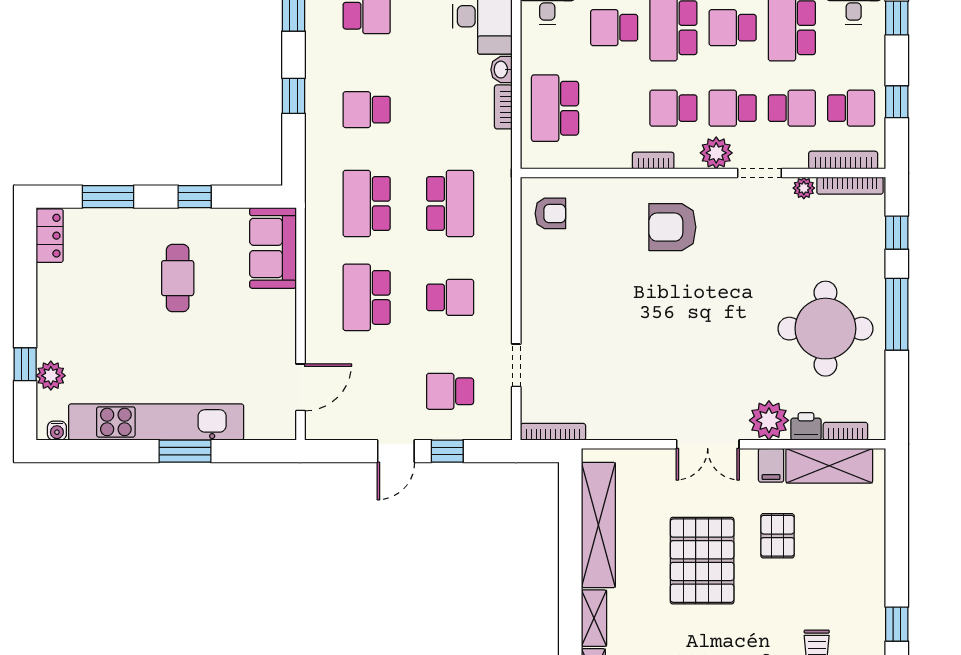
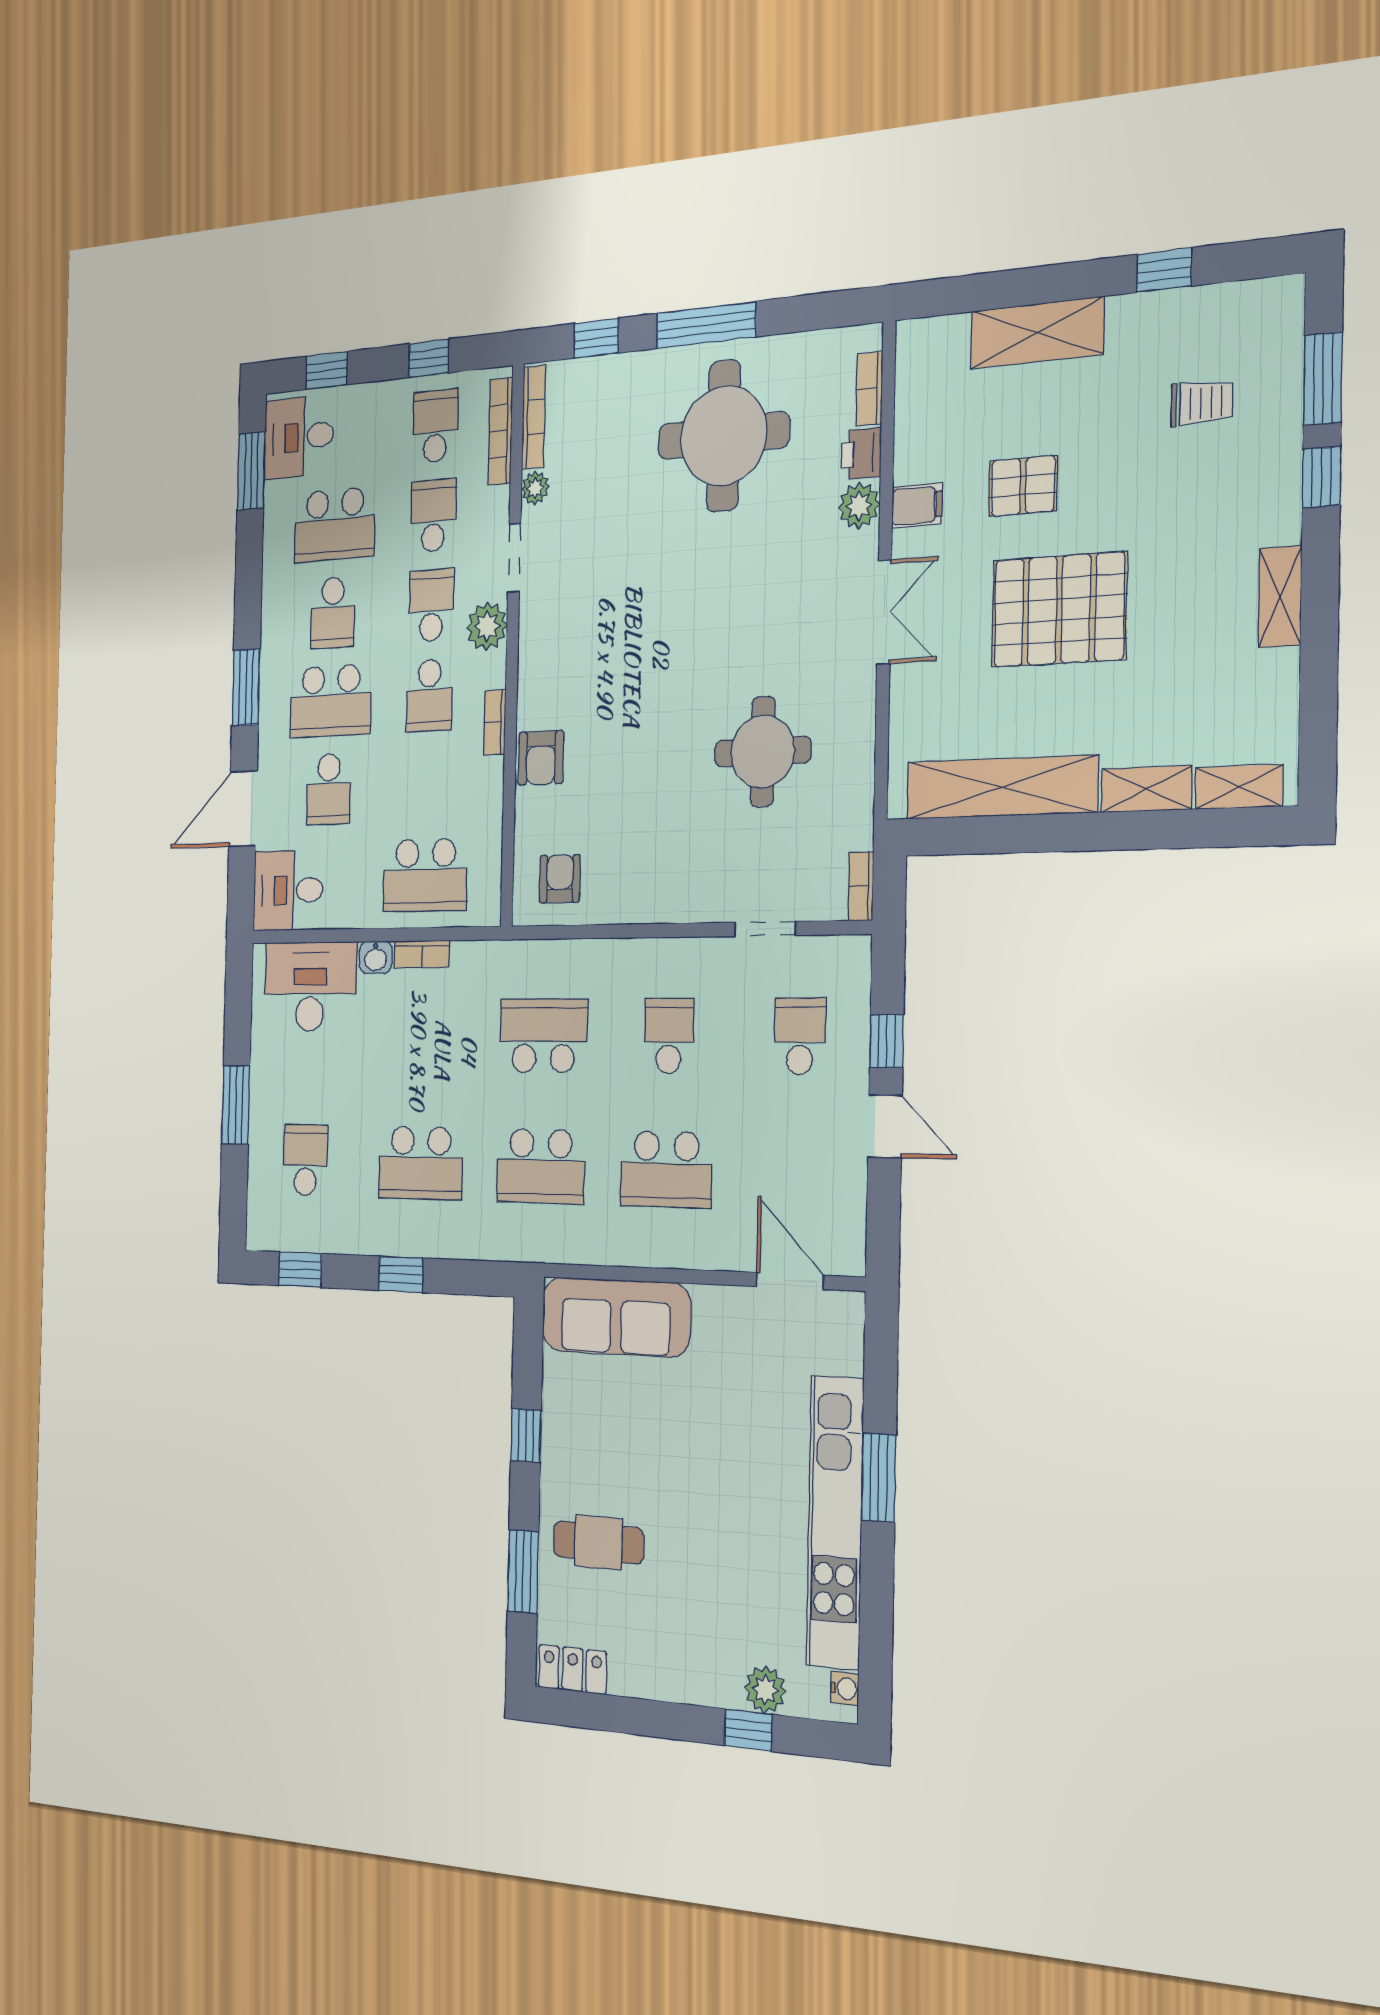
school desk: (733, 108) -> (431, 605), turned 180
school desk: (367, 110) -> (421, 1163), width x1.85
armchair: (672, 227) -> (541, 758), moved, width x0.72, depth x0.72
sofa: (273, 248) -> (616, 1317), width x1.36
cafe table: (178, 278) -> (598, 1542), moved
round table: (626, 361) -> (763, 752), added
school desk: (450, 391) -> (800, 1036), turned 180
plant: (769, 420) -> (859, 506), width x0.73, depth x0.73
bookcase: (553, 432) -> (861, 886), width x0.64
shelving: (829, 466) -> (1037, 333), moved, turned 90

